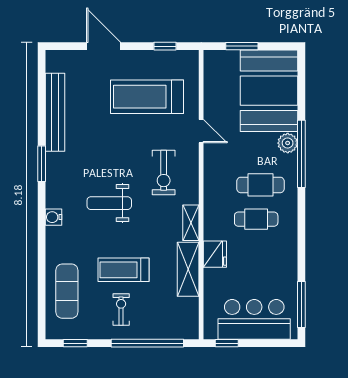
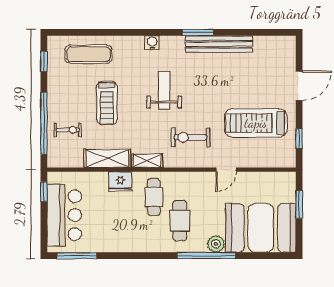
treadmill: (147, 97) -> (256, 123), turned -90
bench: (55, 112) -> (219, 44), moved
cafe table: (256, 219) -> (154, 197), moved
treadmill: (124, 270) -> (107, 103), turned 180
exercise bike: (121, 310) -> (68, 130), moved

